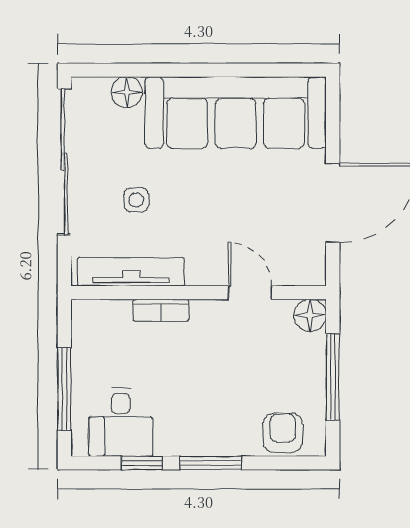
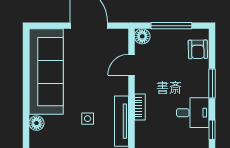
desk: (121, 422) -> (193, 113), moved
armchair: (283, 433) -> (198, 49), turned -91
window: (142, 463) -> (212, 130), moved

